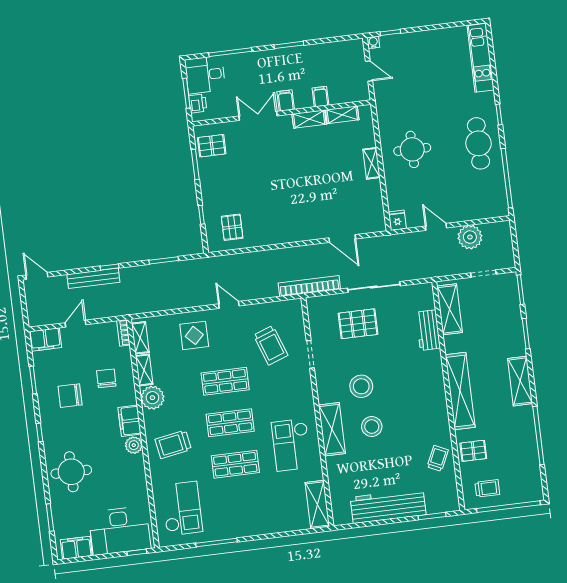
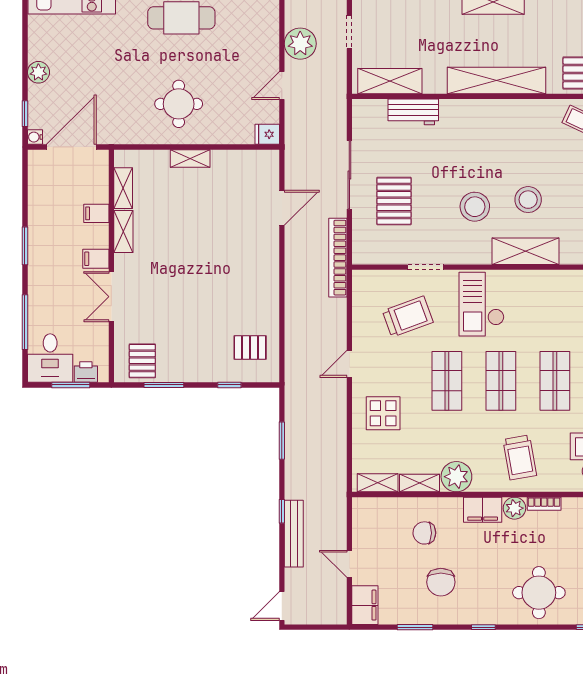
plant: (423, 39) -> (38, 72), added
door: (369, 71) -> (71, 147), width x1.88
bookcase: (123, 333) -> (544, 504), moved
checkout: (291, 445) -> (482, 304), moved, turned 90

